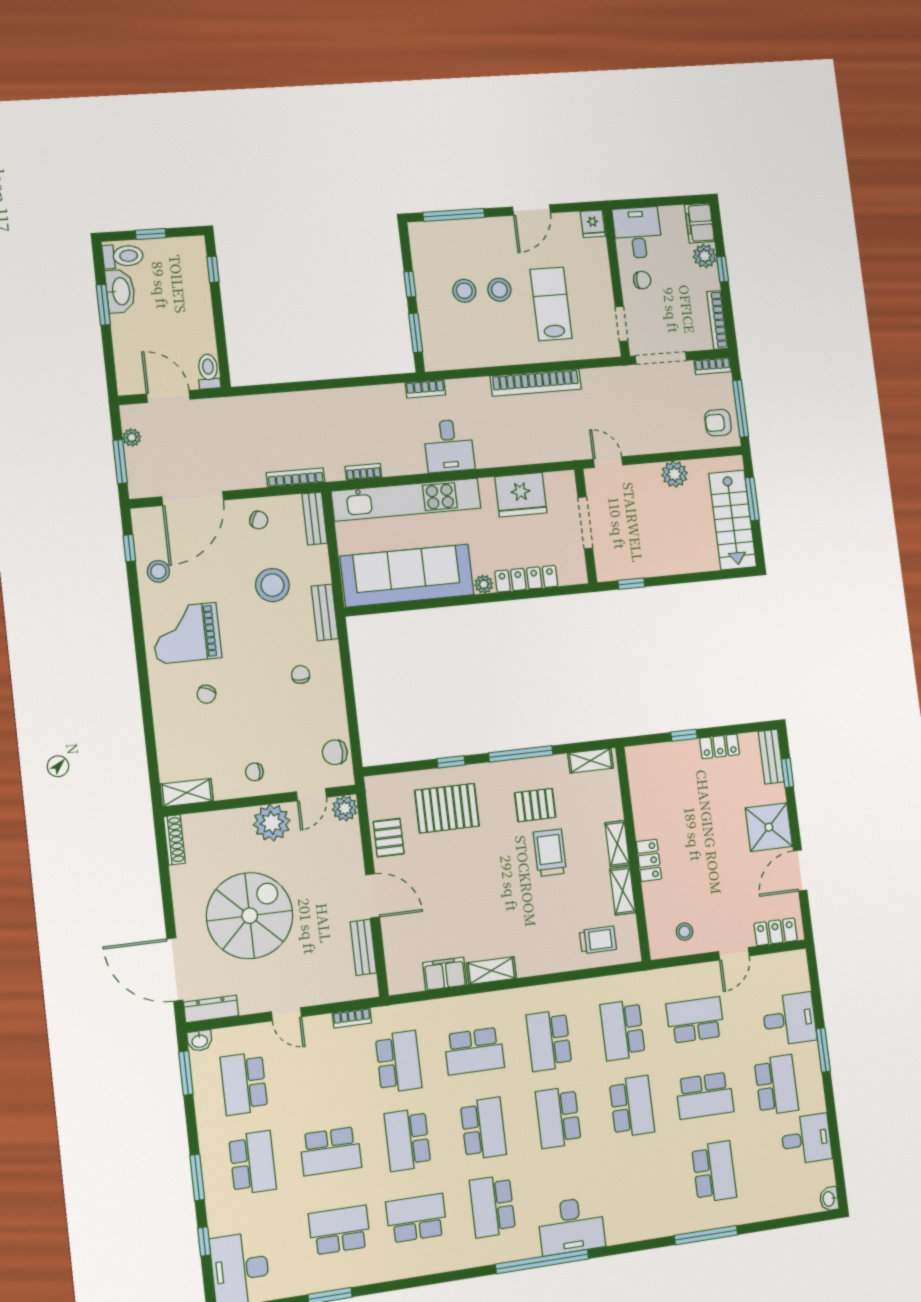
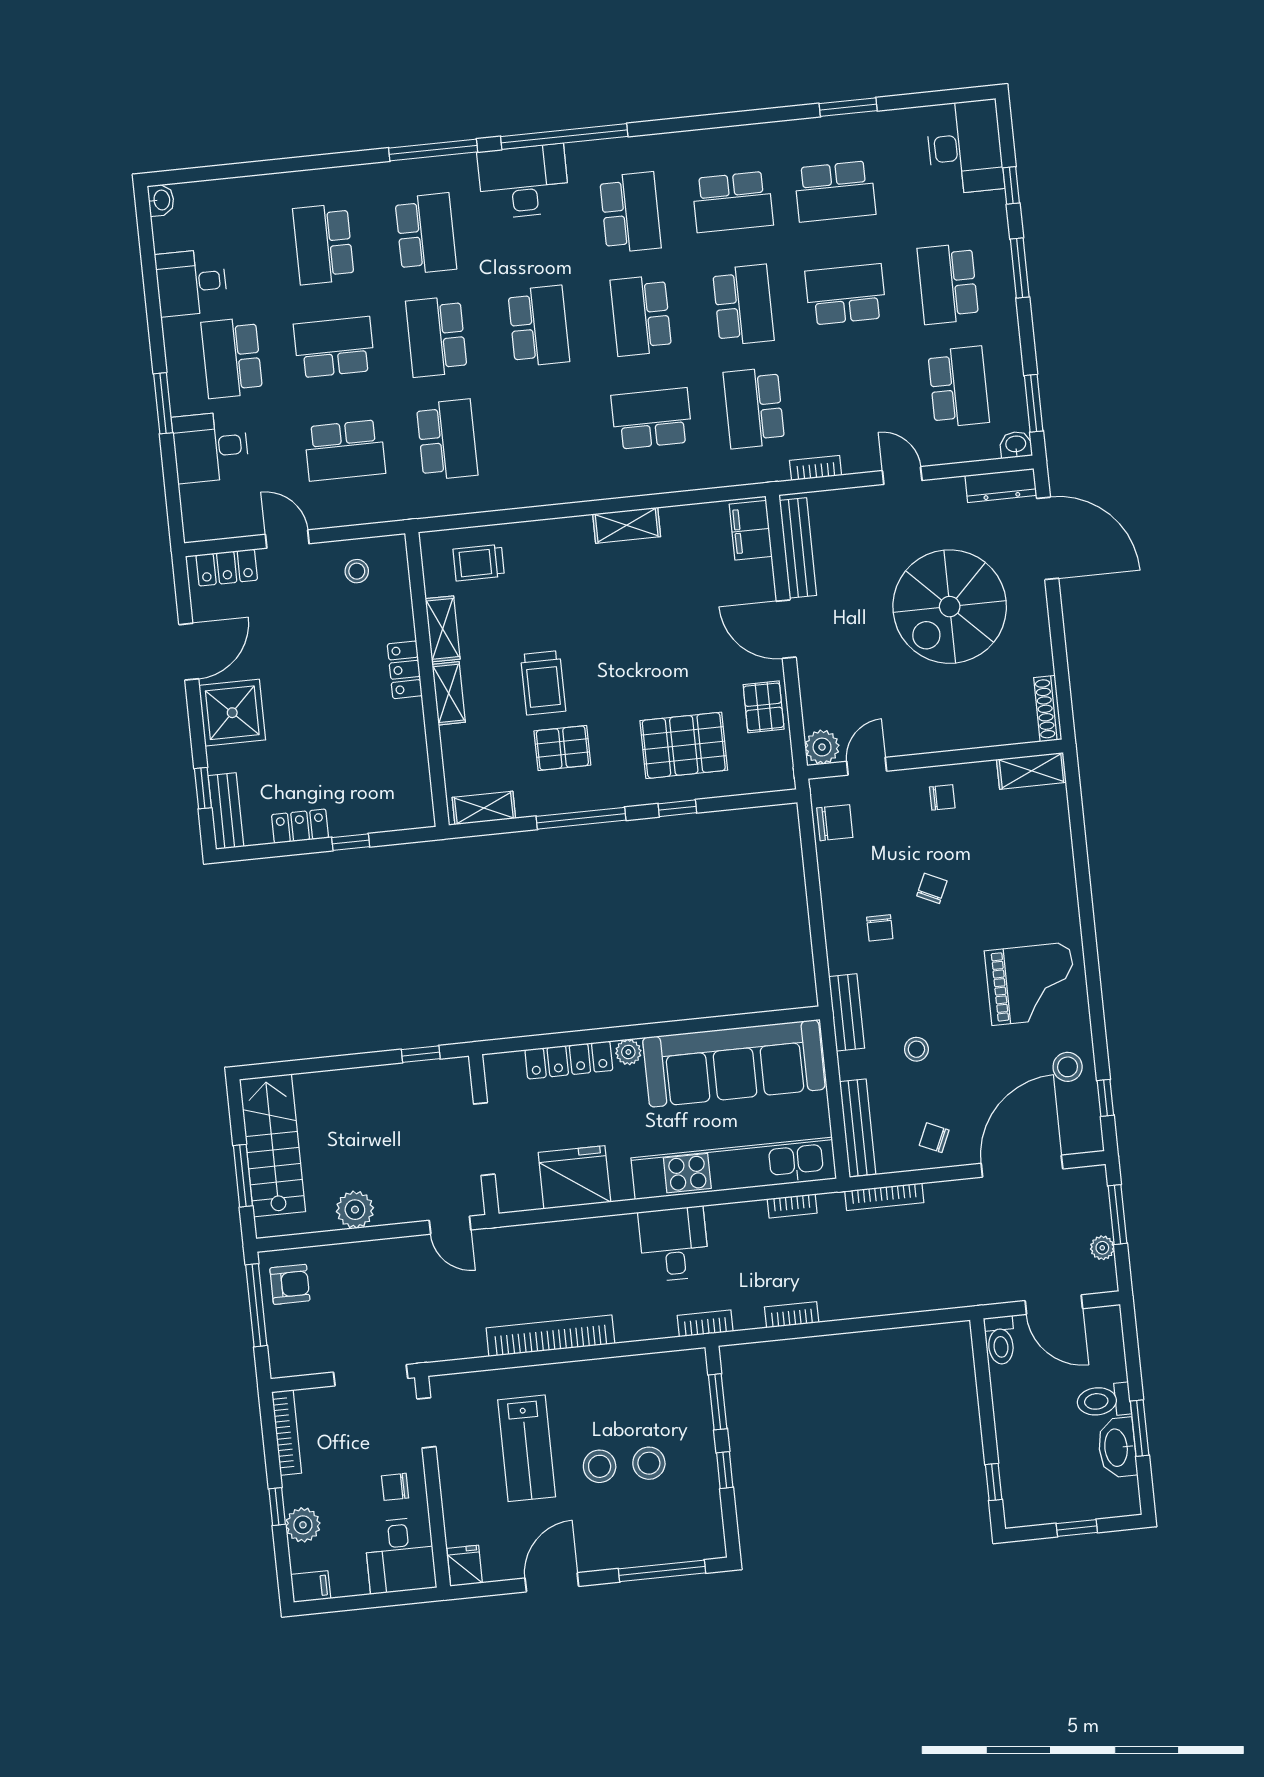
filing cabinet: (700, 223) -> (311, 1587), width x0.50
toilet: (123, 256) -> (1104, 1401), moved
bookcase: (713, 366) -> (792, 1315), moved
bench: (315, 519) -> (858, 1128), width x1.36
stool: (272, 585) -> (916, 1049), width x0.53, depth x0.53
chair: (206, 694) -> (932, 888), moved
plant: (272, 823) -> (920, 729), removed
bench: (363, 947) -> (798, 548), width x1.36
door: (734, 954) -> (287, 539), hinge flipped
filing cabinet: (445, 974) -> (751, 530), moved, turned 90
school desk: (549, 1041) -> (426, 234), moved
window: (706, 1235) -> (433, 150), moved

